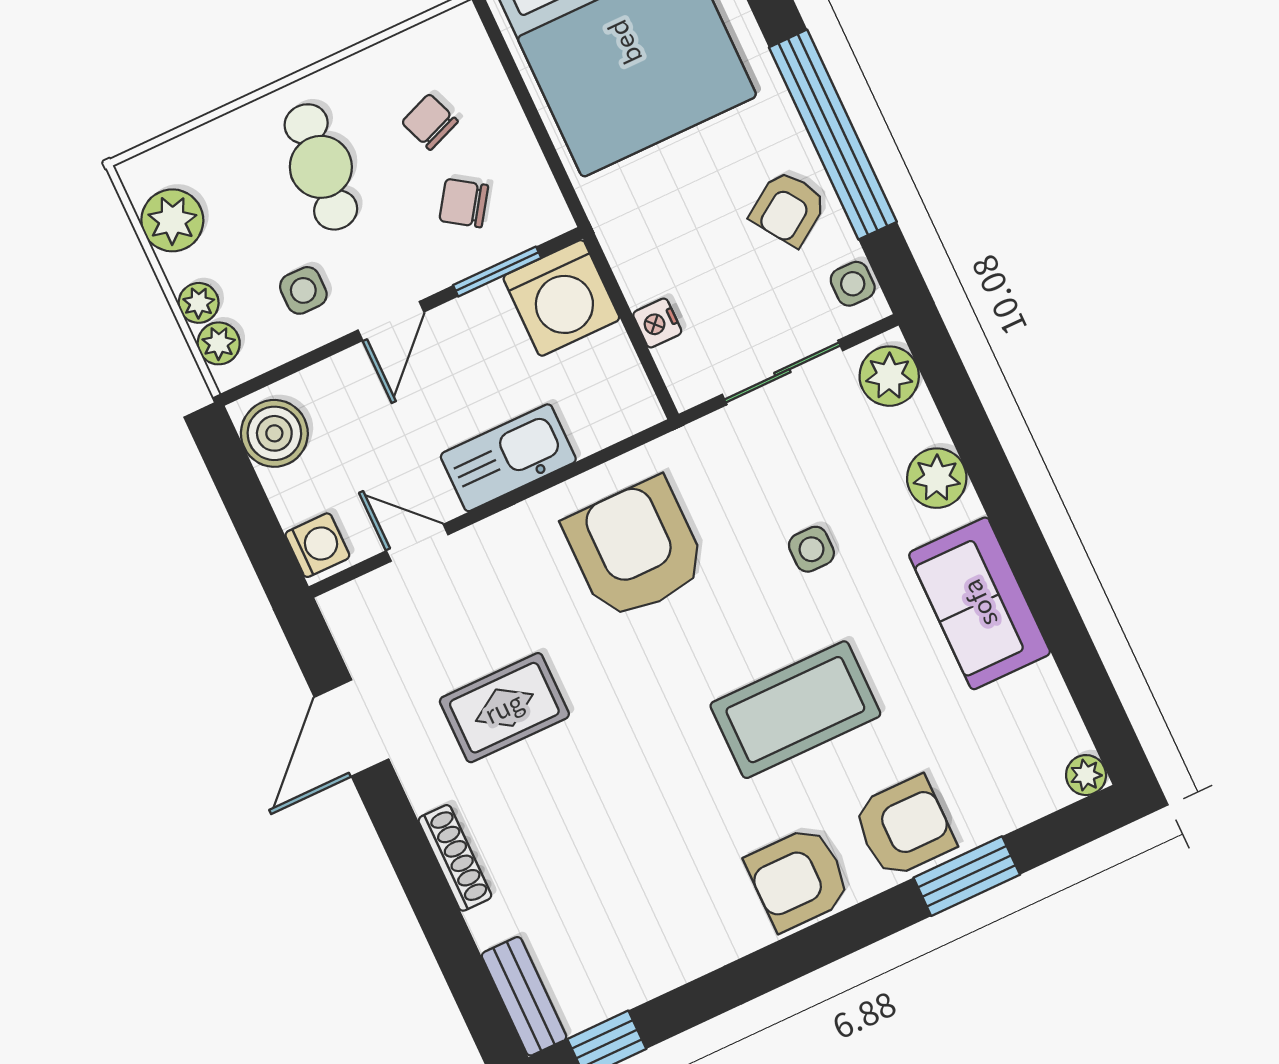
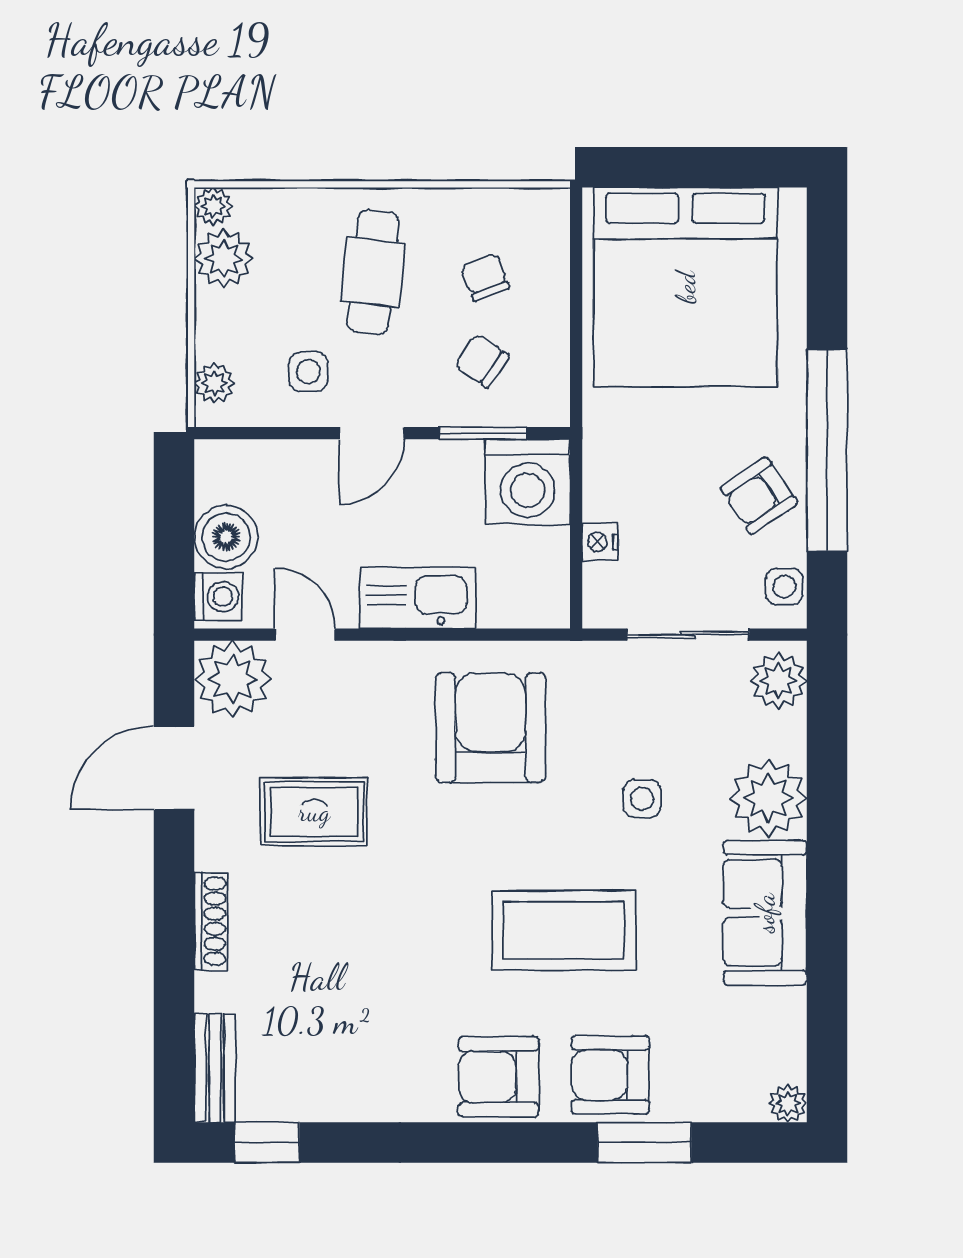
plant: (199, 303) -> (213, 206), moved
boiler: (274, 433) -> (226, 537), moved
plant: (937, 478) -> (768, 798), width x1.36, depth x1.36
plant: (368, 617) -> (233, 679), added
armchair: (904, 827) -> (610, 1075), turned 180

